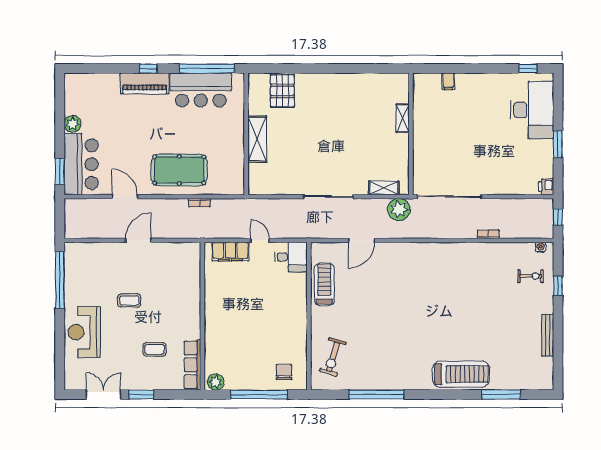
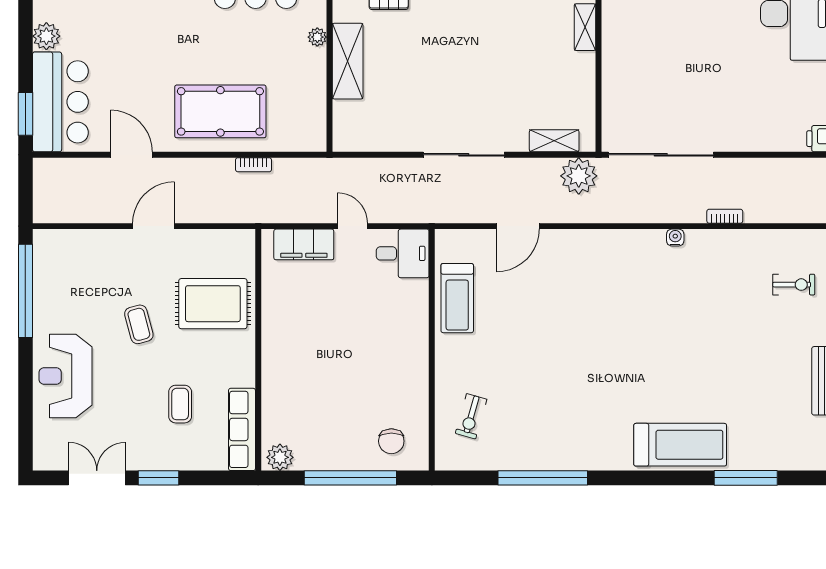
plant: (239, 124) -> (317, 37), added
water cooler: (541, 247) -> (675, 238), moved
treadmill: (324, 284) -> (457, 298), turned 180
rug: (175, 288) -> (213, 304), added
coffee table: (129, 300) -> (139, 324), turned 75
coffee table: (155, 349) -> (180, 404), turned 90
exercise bike: (333, 357) -> (471, 416), width x0.73, depth x0.72
chair: (284, 372) -> (391, 441), turned 180

